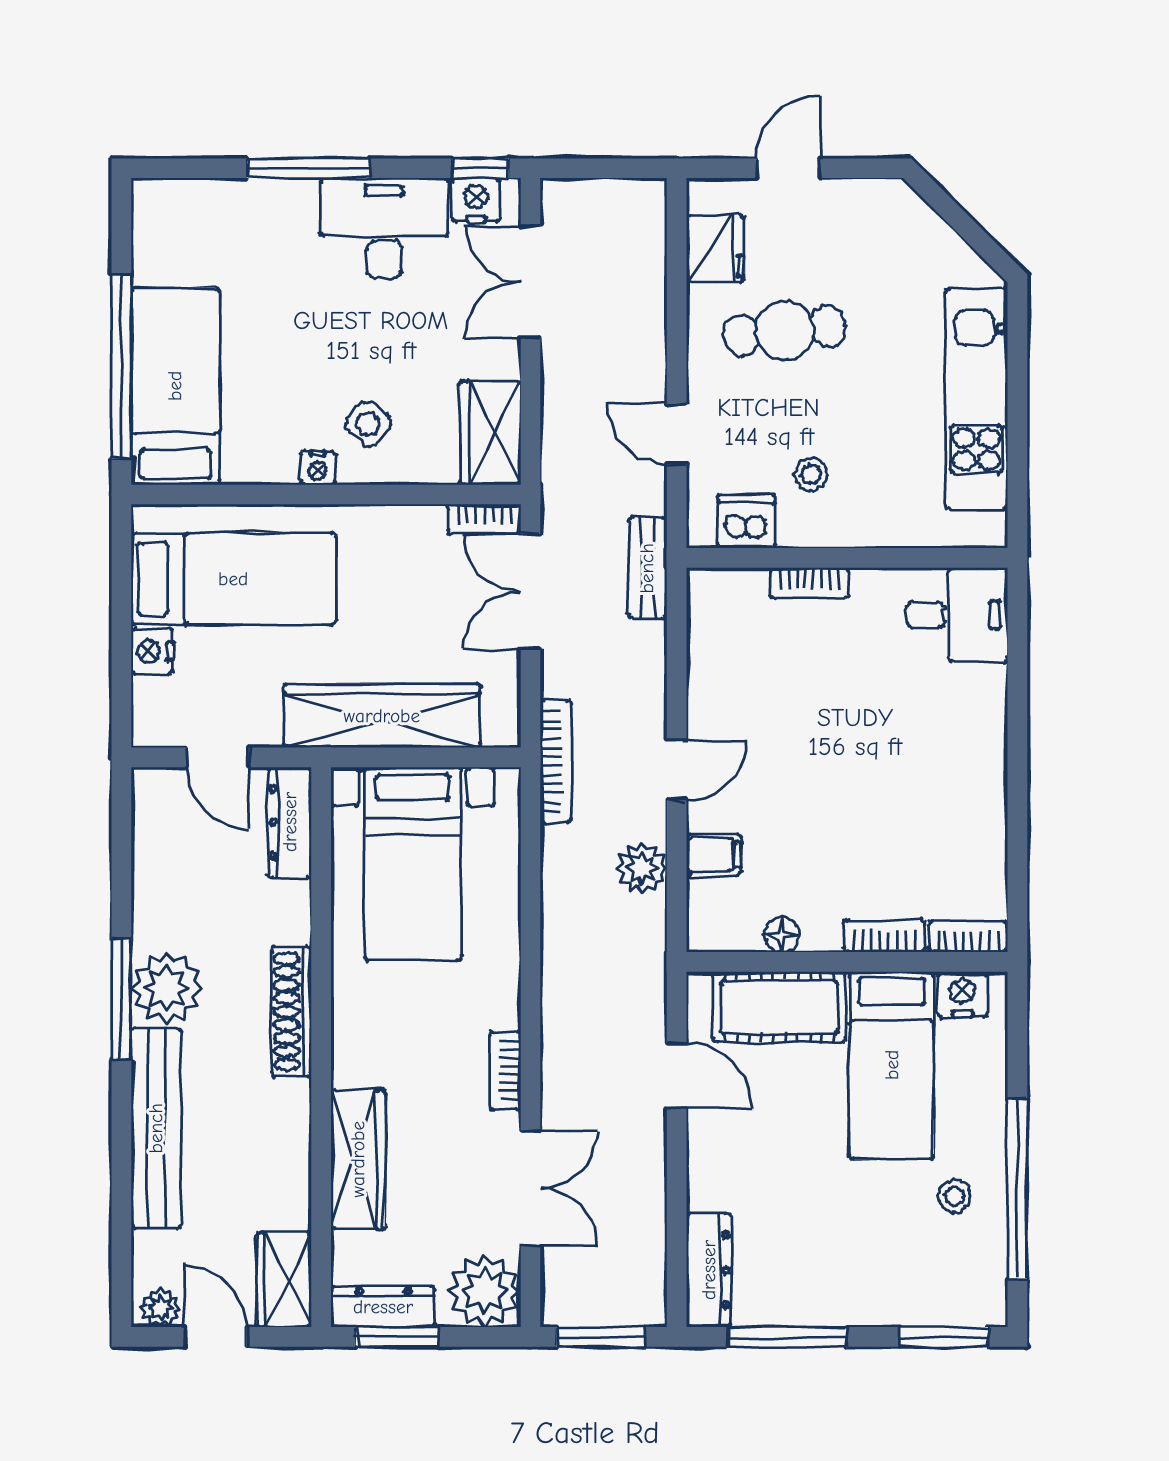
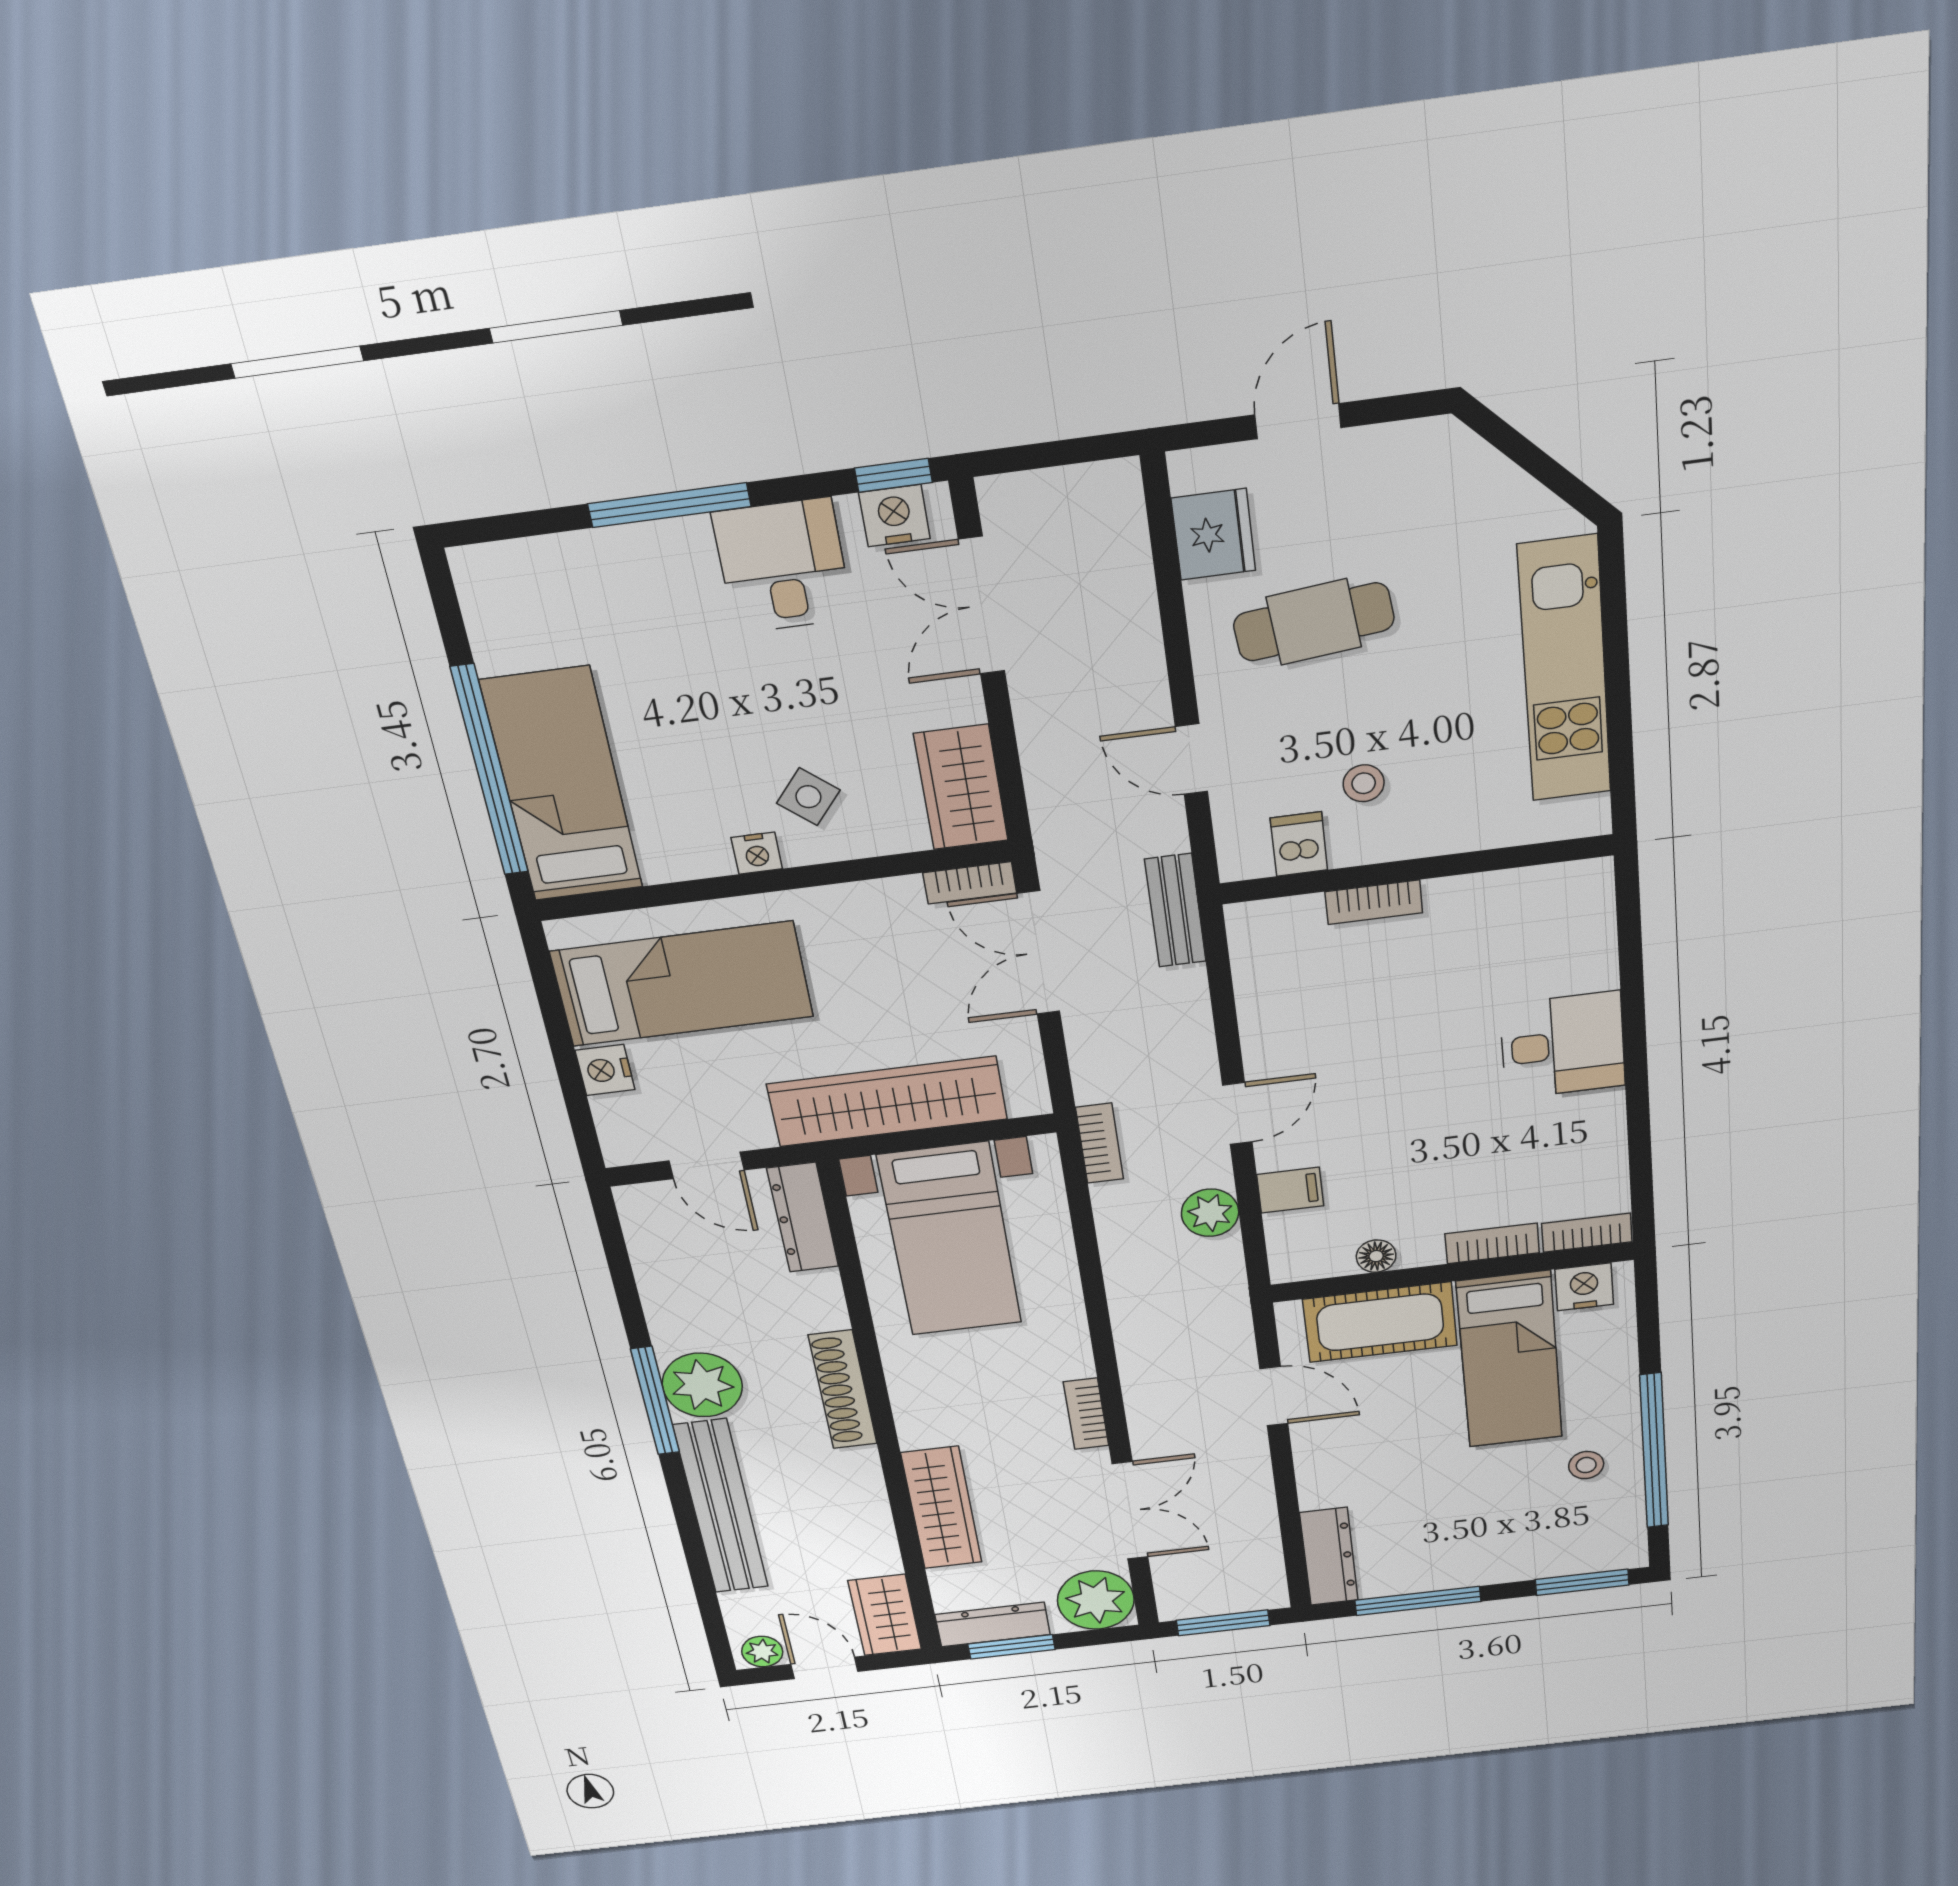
desk: (384, 228) -> (783, 566), width x0.73
dishwasher: (746, 521) -> (1299, 844), width x0.73
desk: (957, 615) -> (1563, 1045), moved
bookcase: (556, 761) -> (1100, 1143), width x0.64

